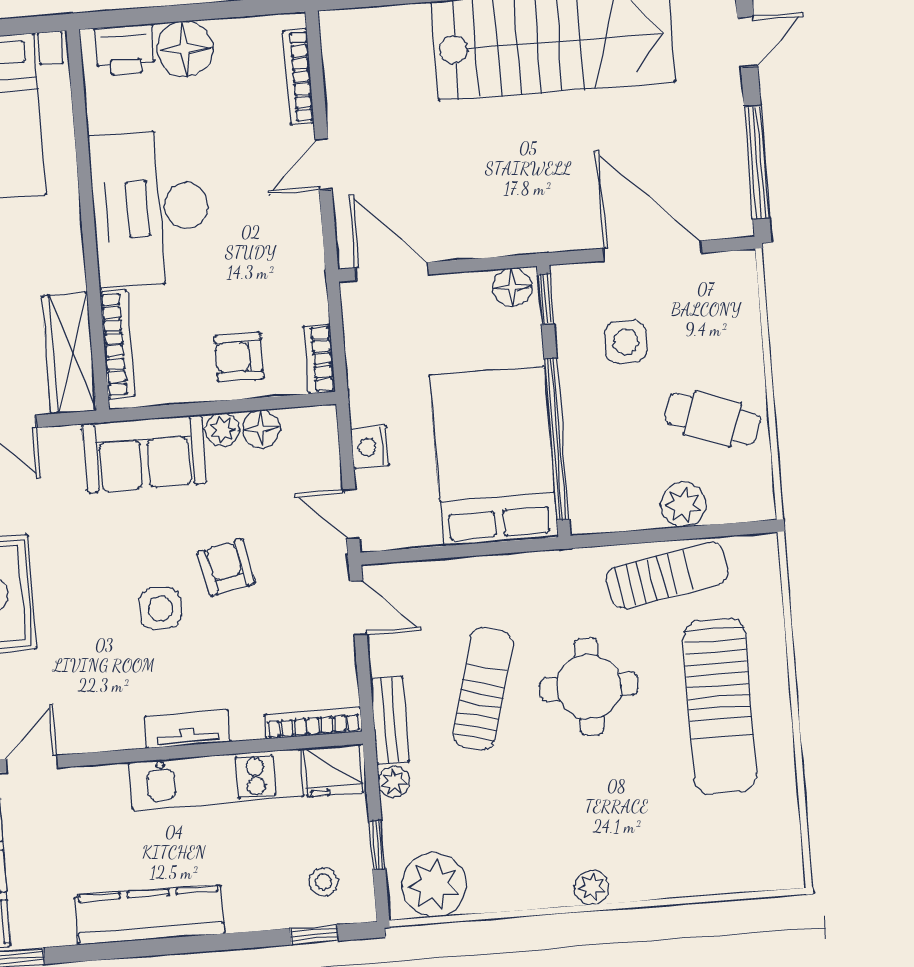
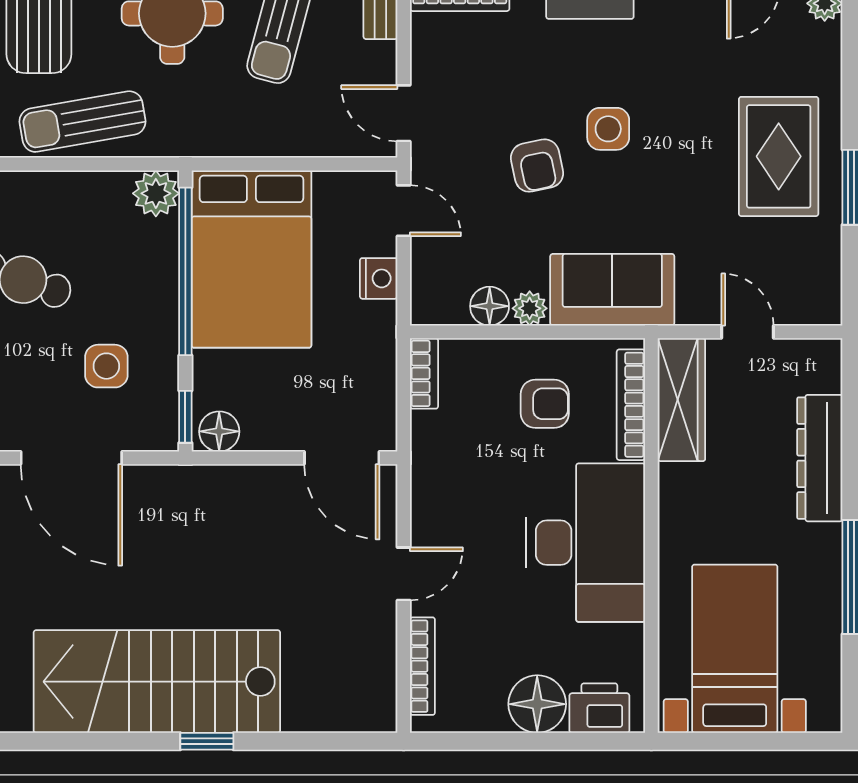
armchair: (239, 357) -> (545, 404), moved
plant: (683, 505) -> (156, 193), moved

